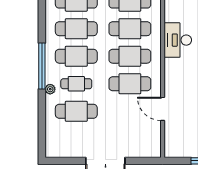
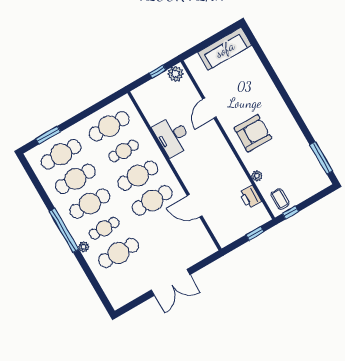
cafe table: (130, 29) -> (123, 151), width x0.73, depth x0.74

